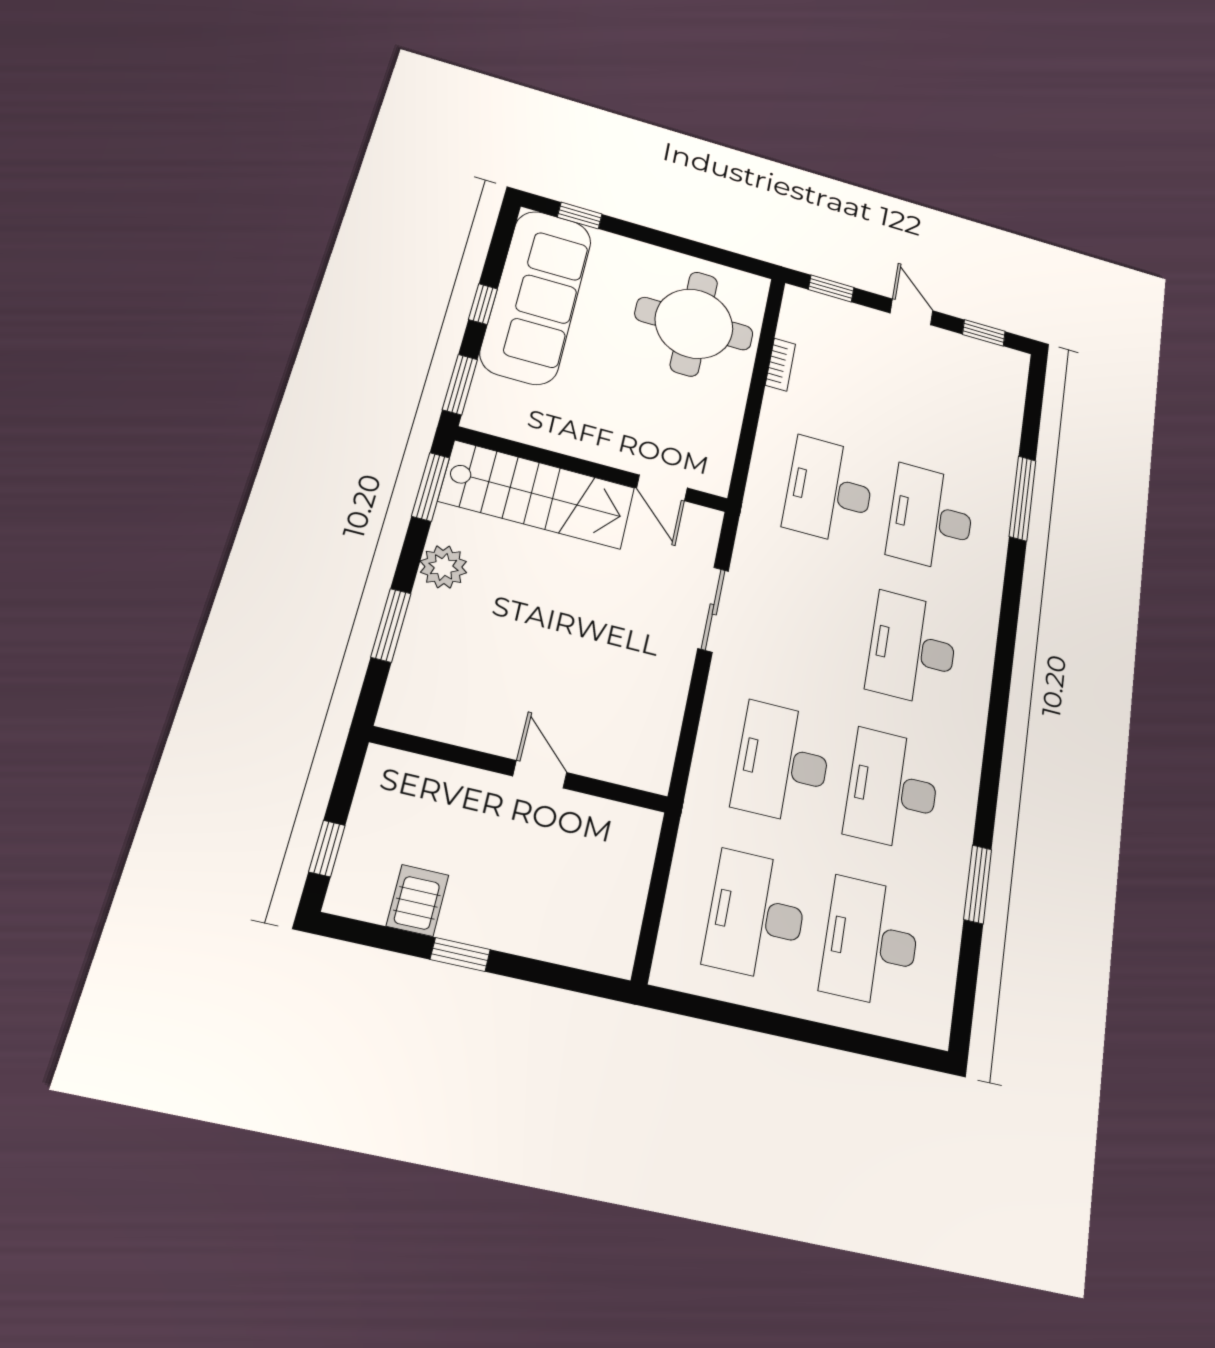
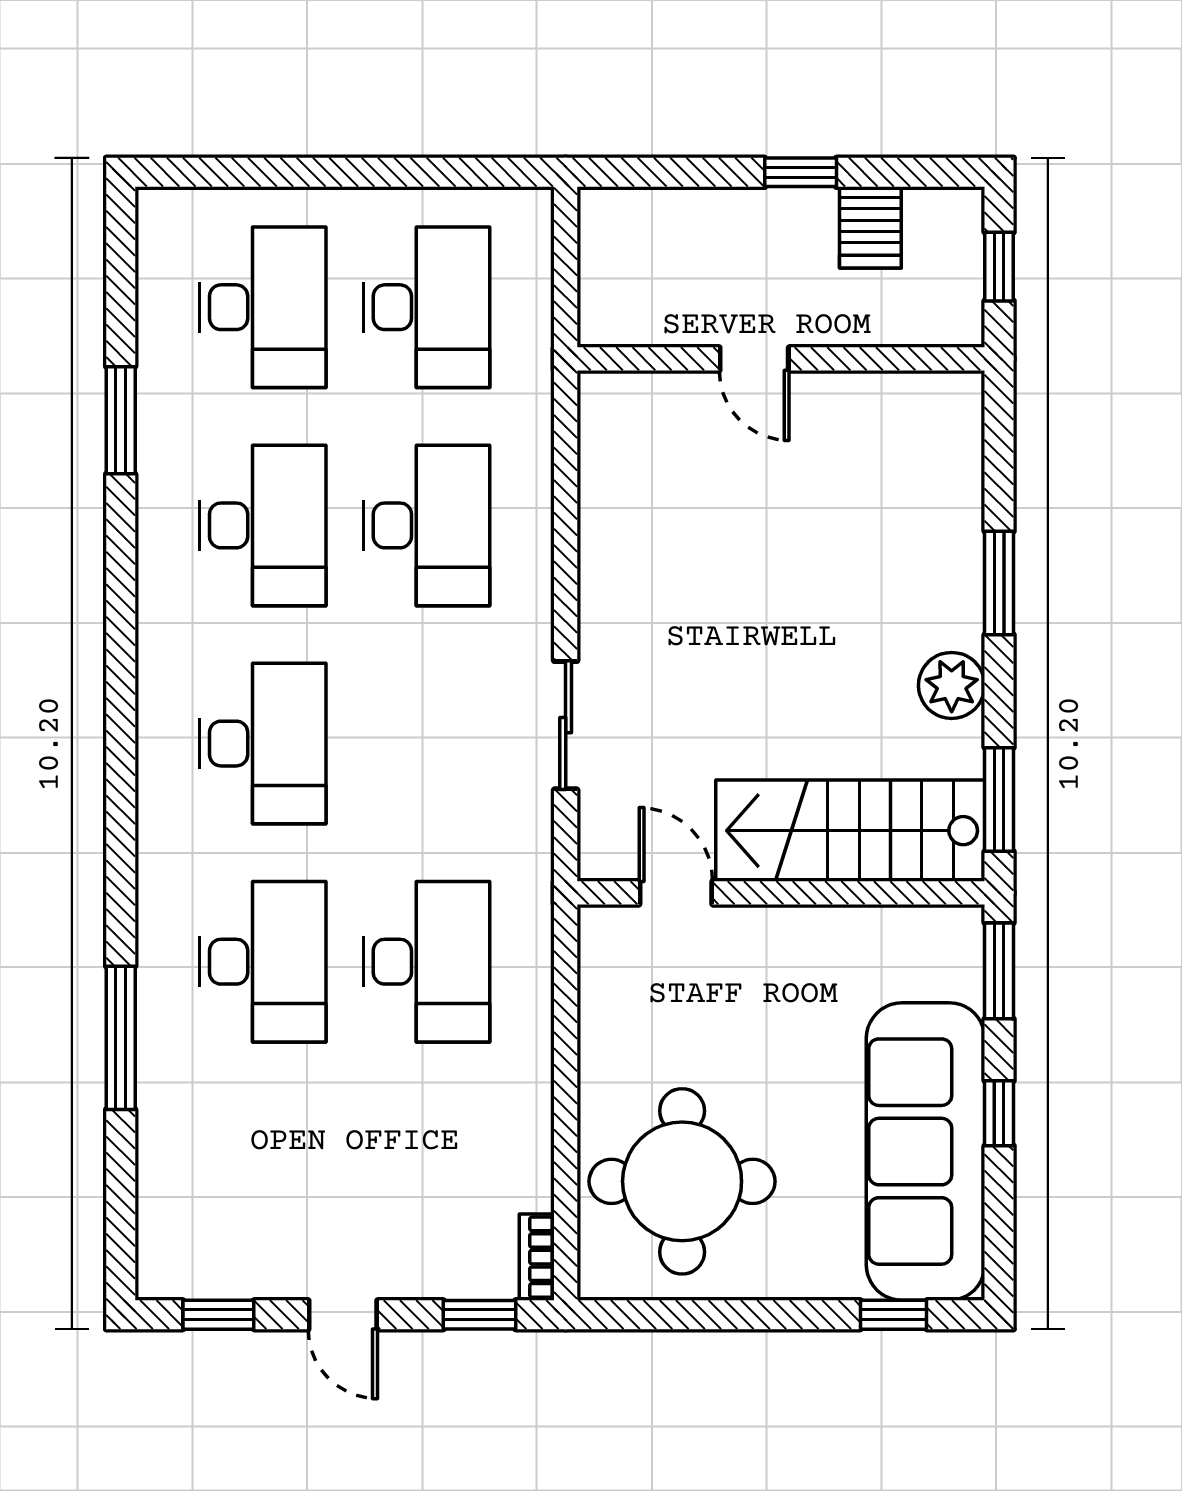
bookcase: (780, 365) -> (537, 1257), moved
wall: (521, 770) -> (781, 359), moved
door: (540, 774) -> (754, 359), moved

